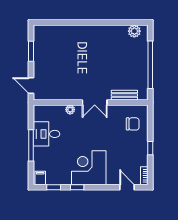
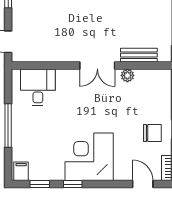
plant: (70, 110) -> (127, 75), moved
chair: (133, 124) -> (152, 133), moved
desk: (47, 134) -> (38, 87), moved, turned 90

